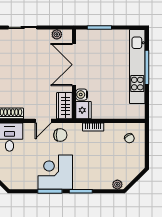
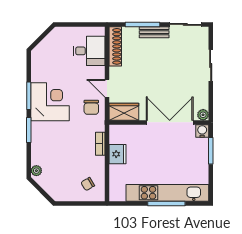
plant: (57, 34) -> (203, 115), moved
water cooler: (82, 95) -> (202, 131), moved
fridge: (83, 110) -> (118, 154), moved, turned -90

